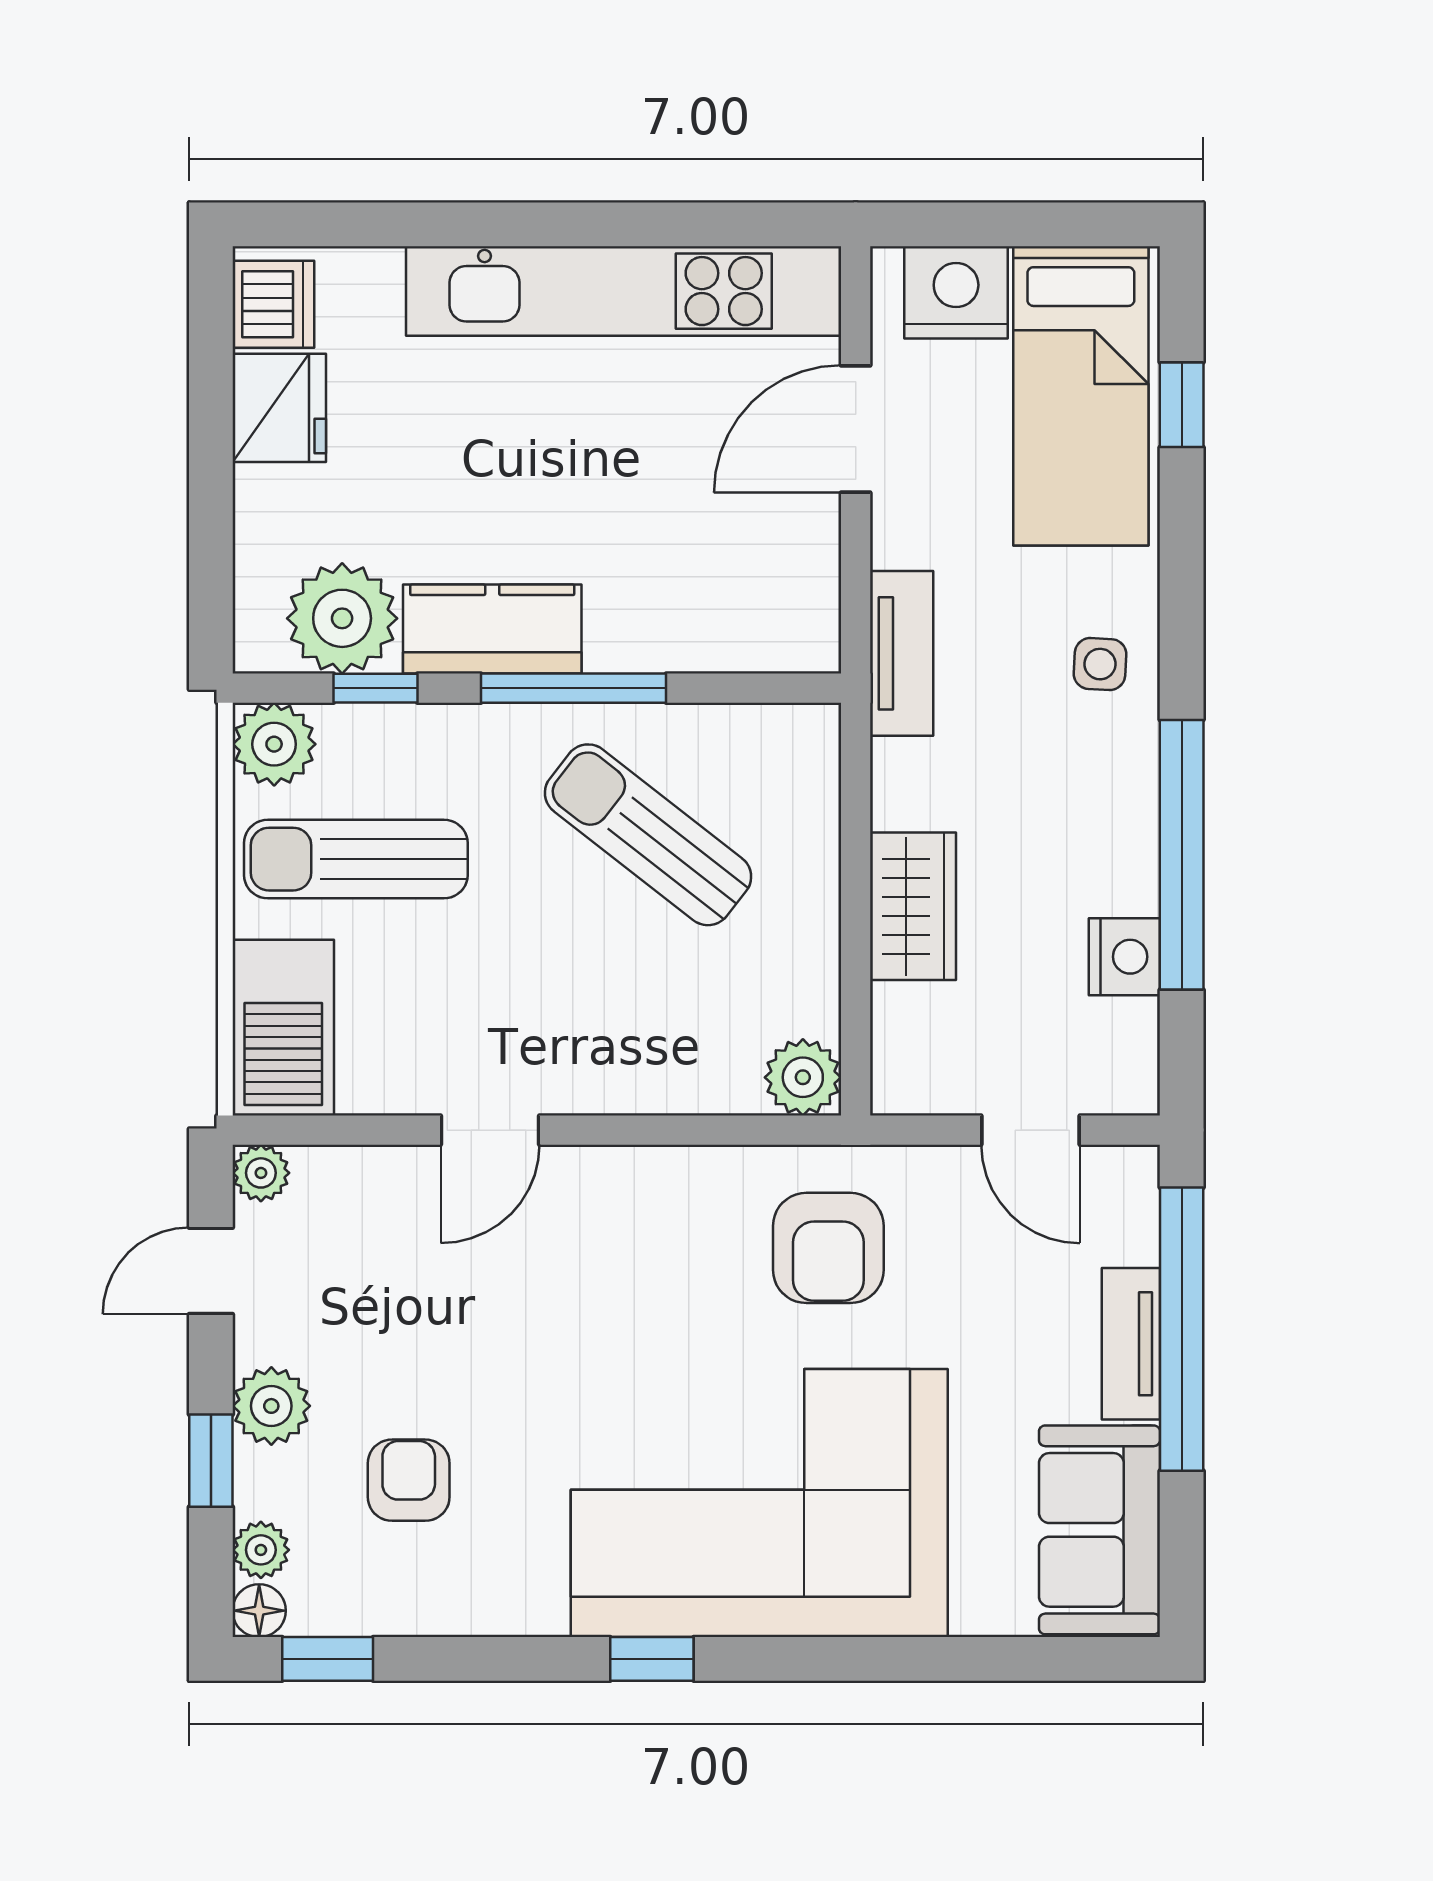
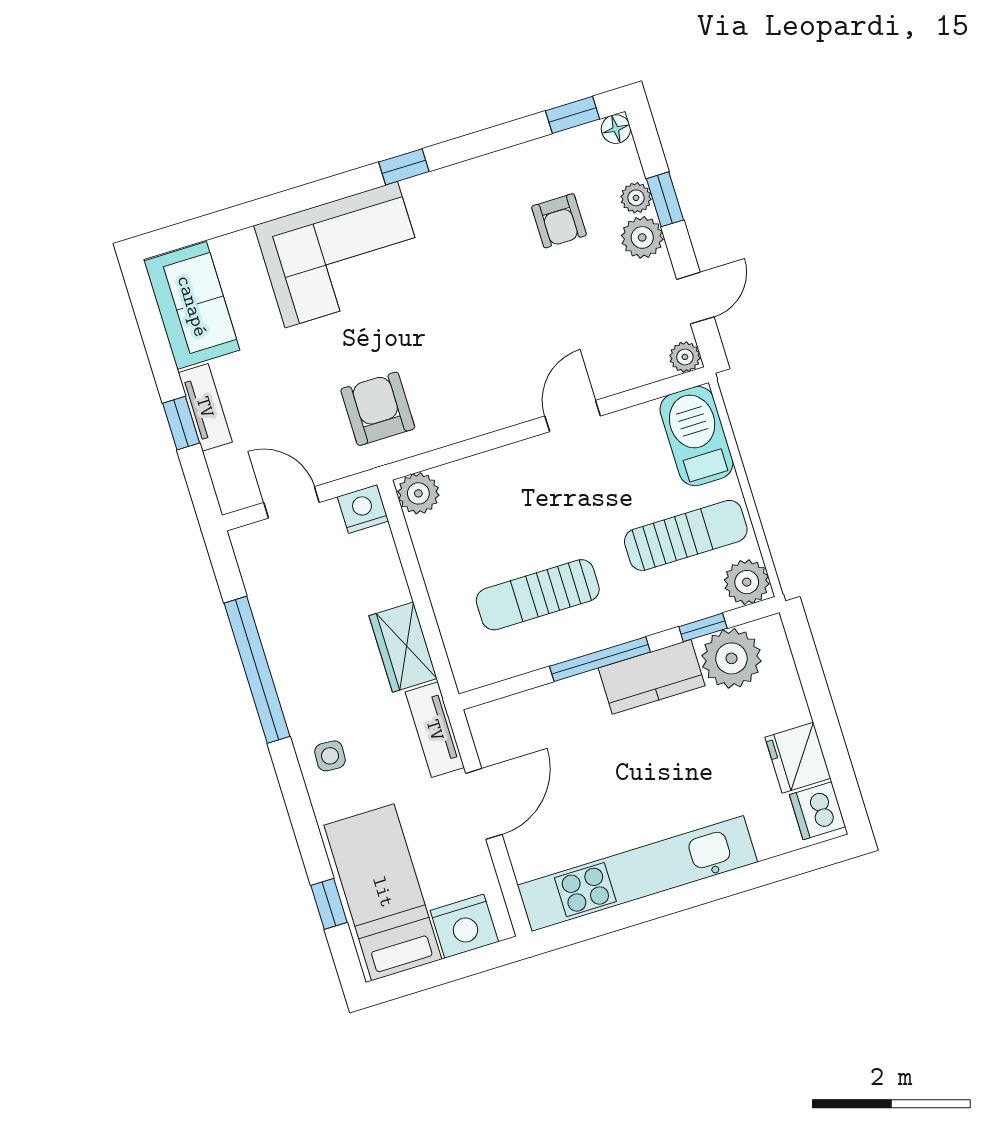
door: (856, 429) -> (484, 804), moved
sun lounger: (648, 835) -> (538, 595), turned 142
wardrobe: (913, 906) -> (403, 647), moved
nightstand: (1124, 957) -> (363, 509), moved, turned 90
window: (1182, 1329) -> (181, 423), width x0.32
corner sofa: (759, 1503) -> (341, 255), width x0.73, depth x0.74
plant: (261, 1550) -> (636, 198), moved

